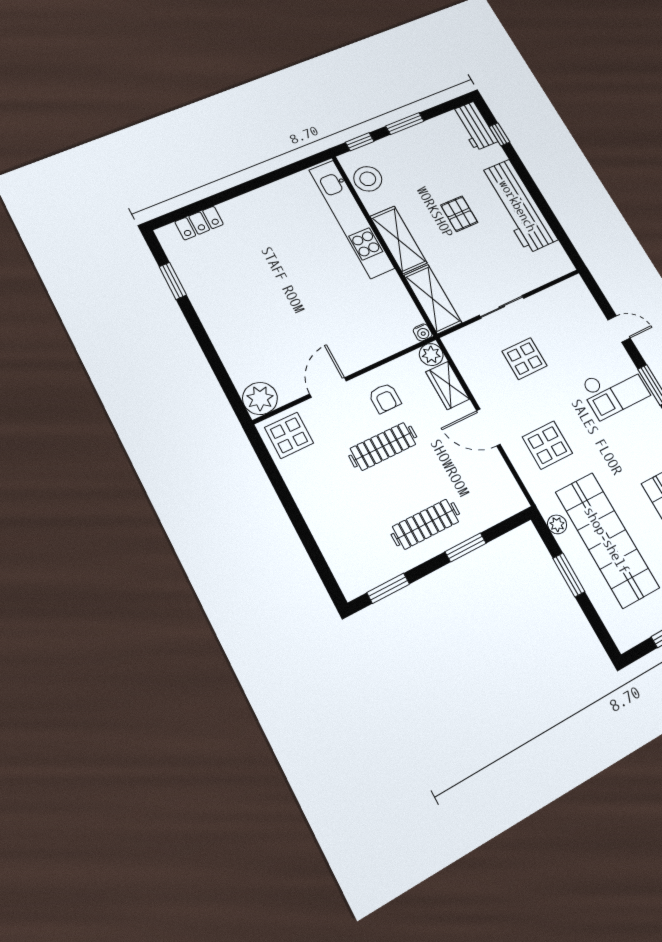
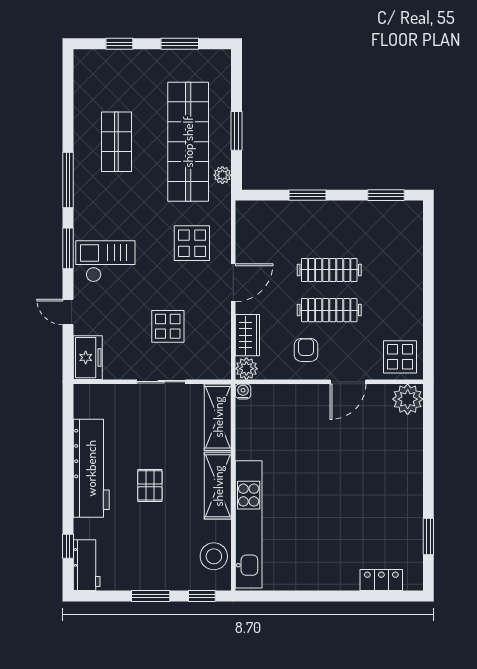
freezer: (578, 298) -> (88, 358), added
door: (488, 427) -> (233, 283), hinge flipped
clothes rail: (426, 524) -> (329, 270), moved

